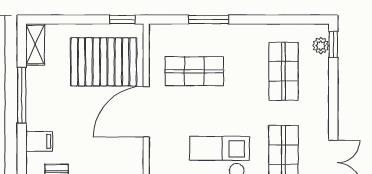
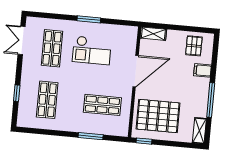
window: (333, 44) -> (17, 93), moved
plant: (321, 46) -> (23, 114), removed
door: (146, 112) -> (136, 71), moved

